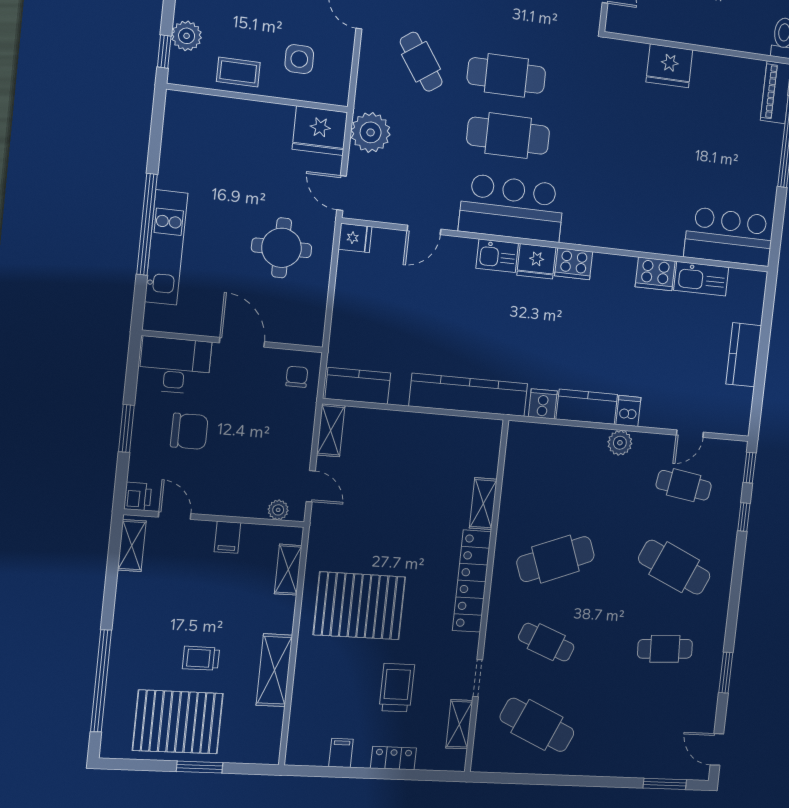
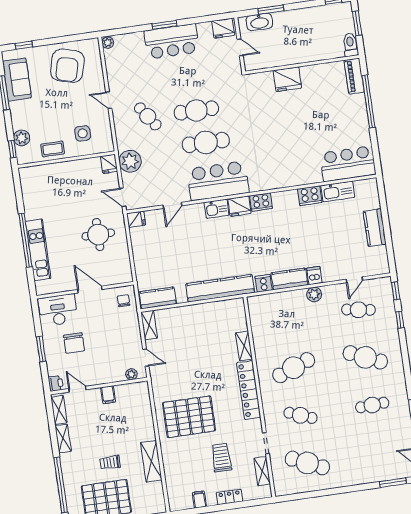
fridge: (320, 131) -> (109, 164), width x0.53, depth x0.75
chair: (189, 431) -> (74, 343), turned 90
shelving: (288, 570) -> (63, 438), moved

